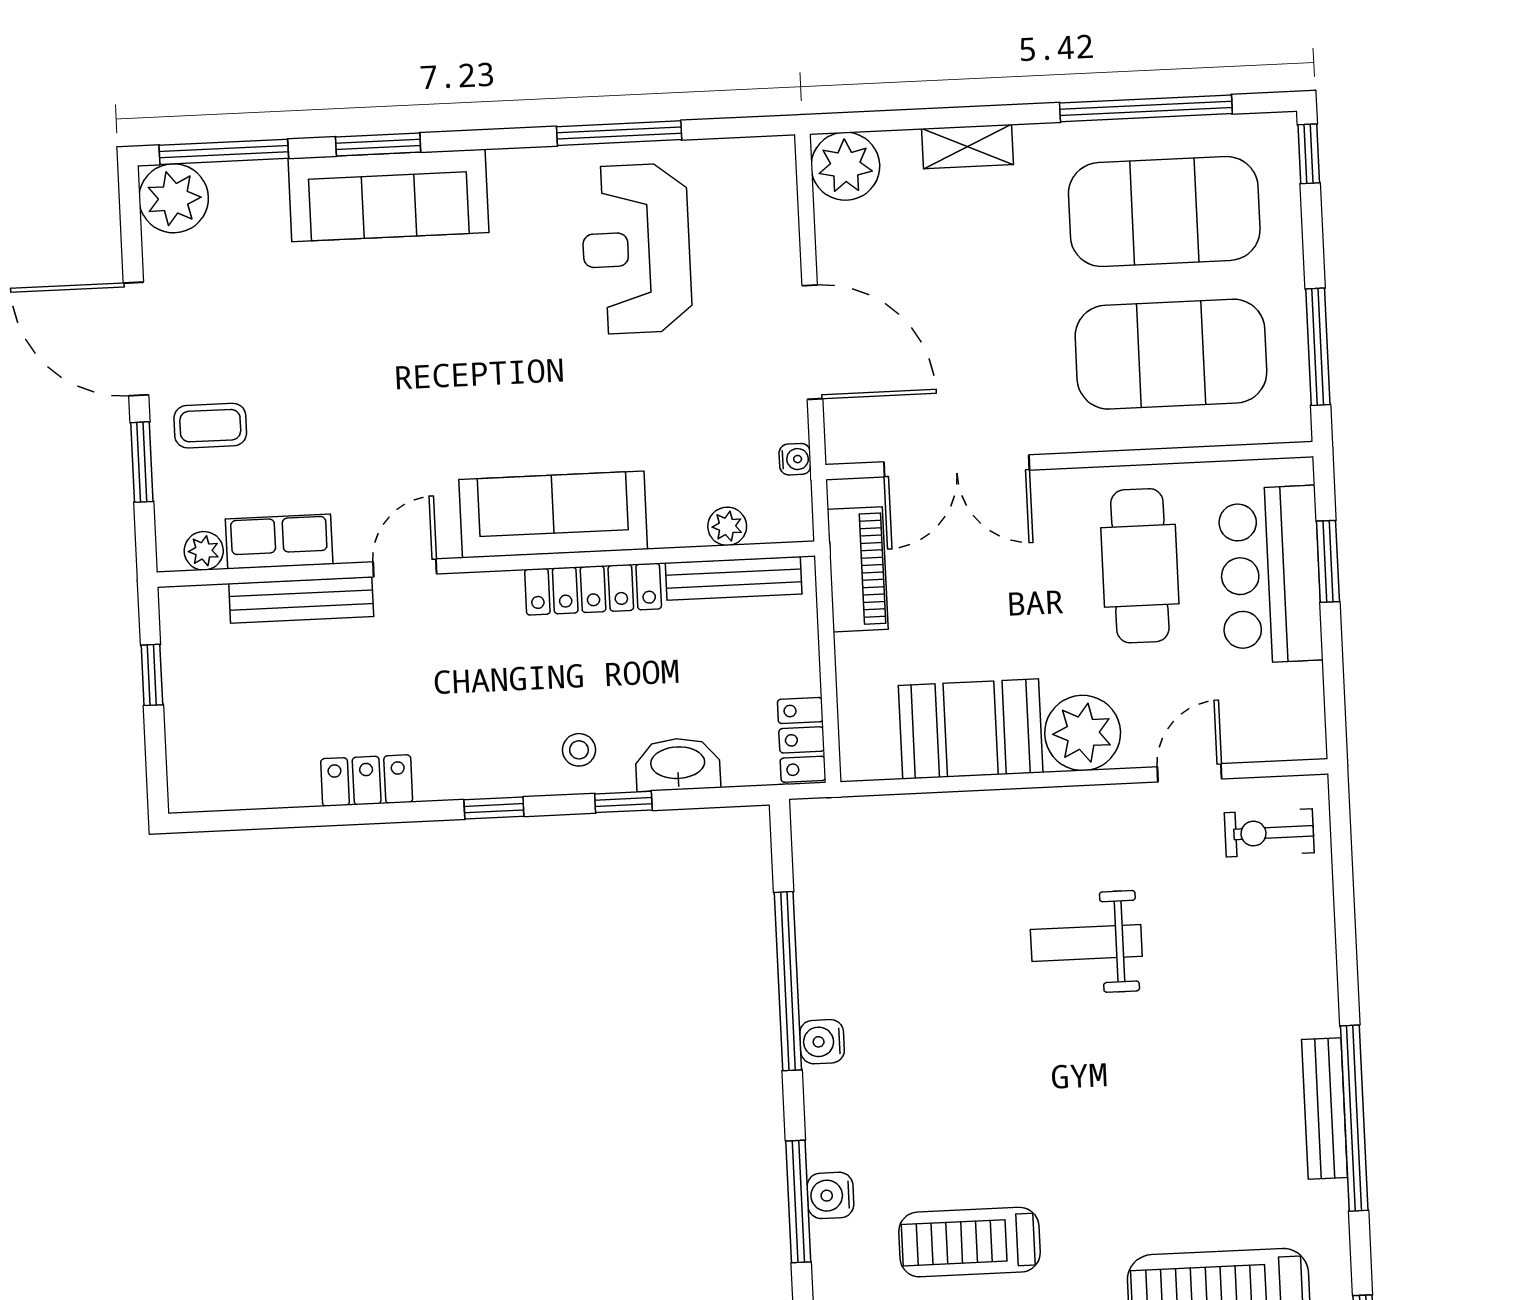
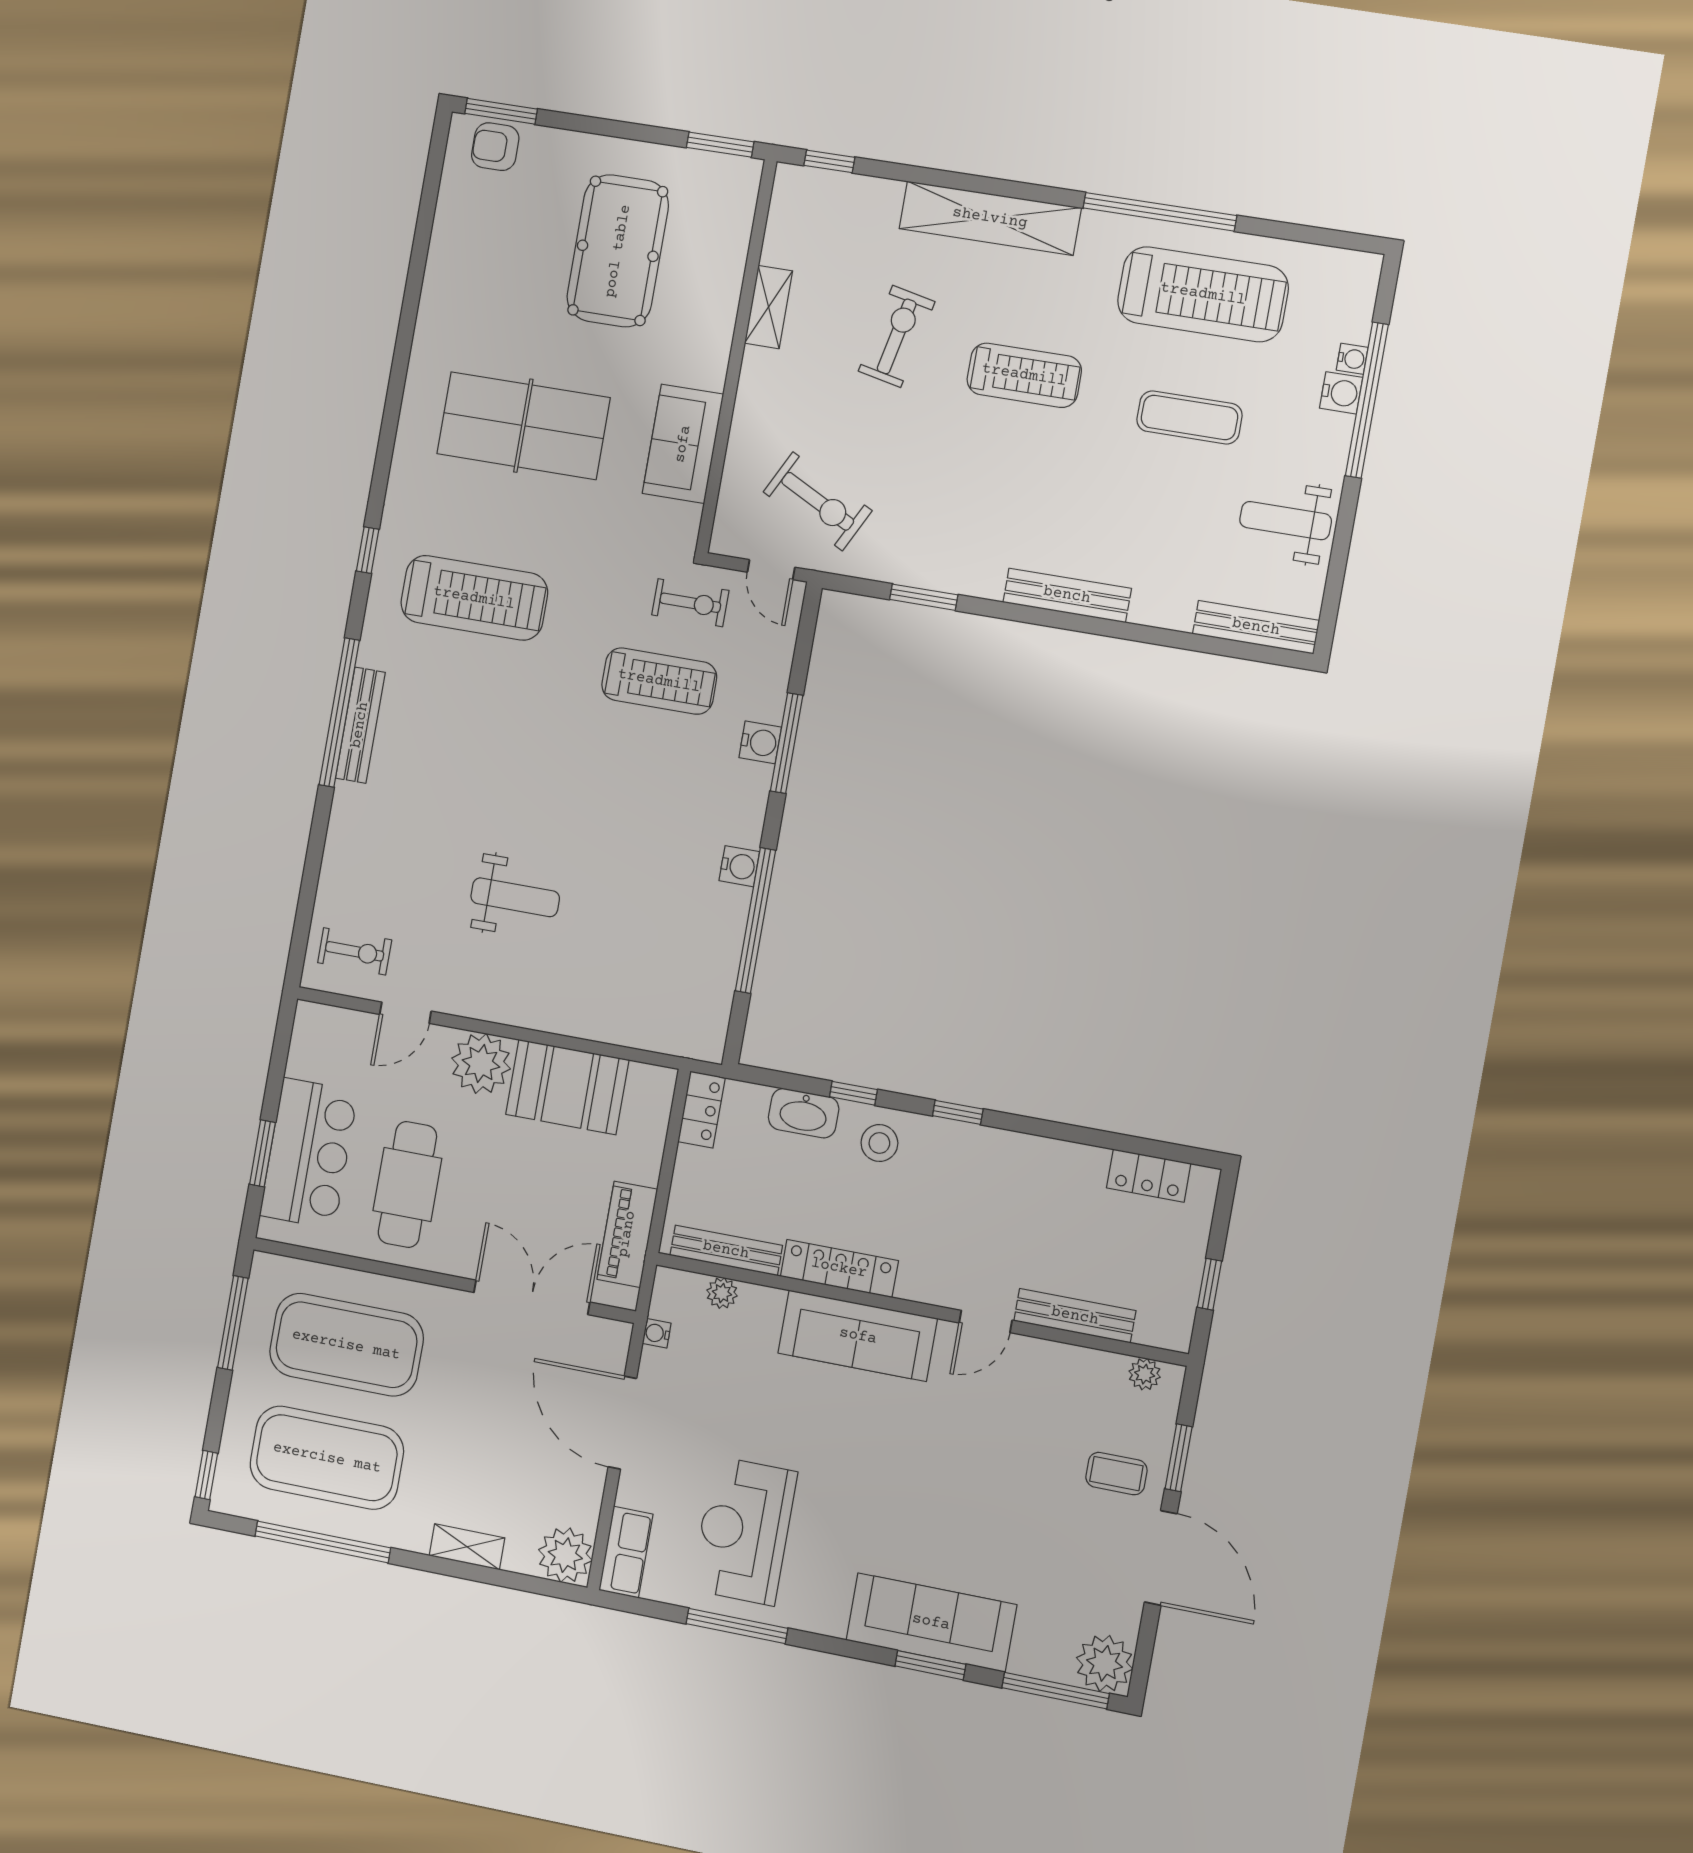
reception desk: (636, 249) -> (744, 1531), turned 180
row of seats: (279, 542) -> (626, 1552), moved, turned -90
stool: (579, 750) -> (879, 1143), width x1.37, depth x1.37
locker: (367, 781) -> (1149, 1176), moved

